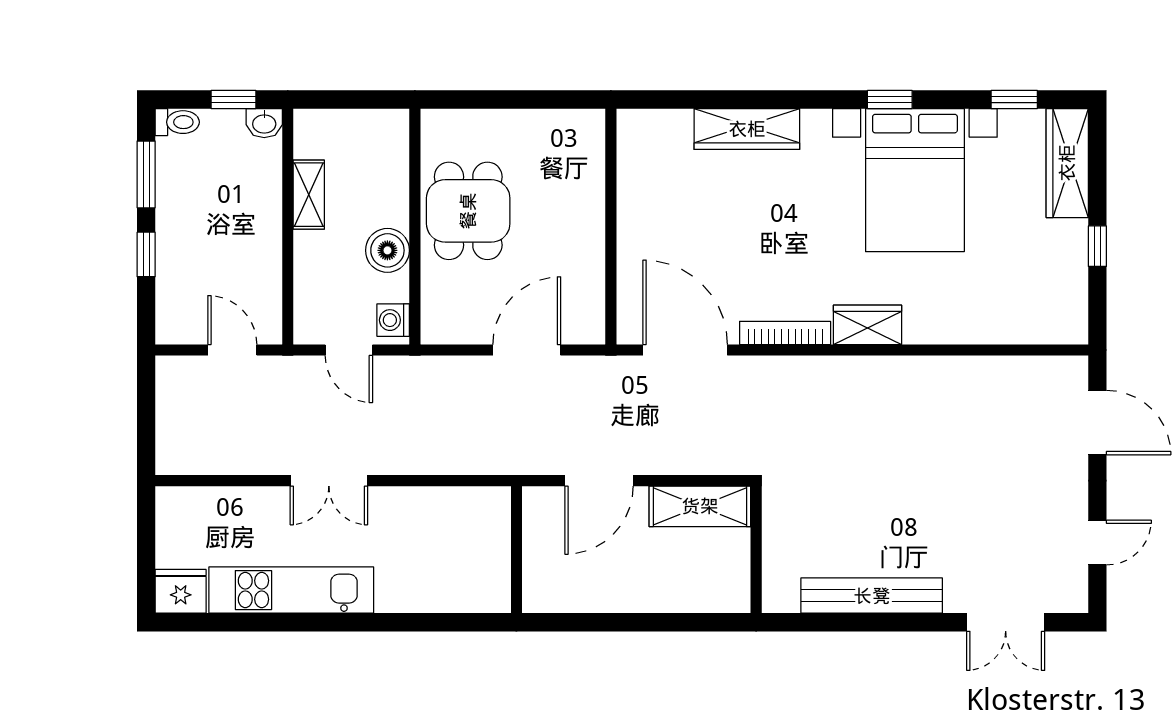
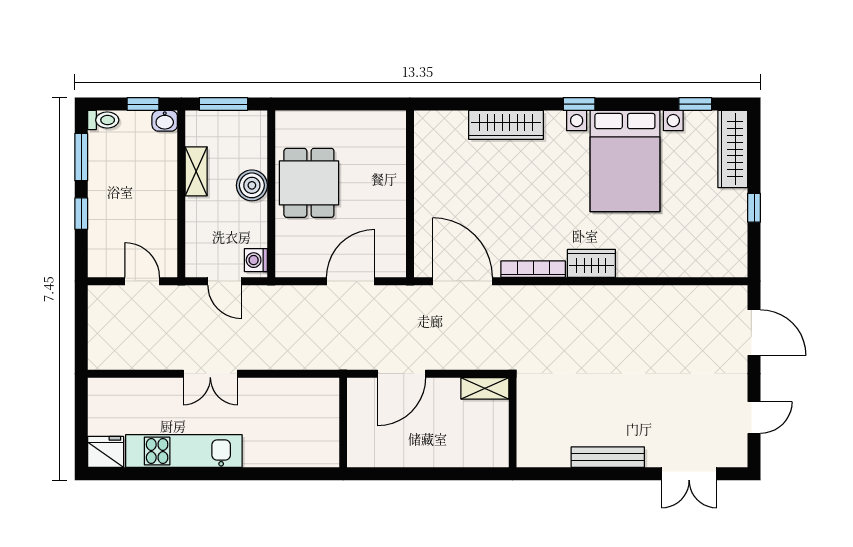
window: (347, 99) -> (223, 104), added
window: (890, 99) -> (579, 104), moved
boiler: (387, 250) -> (252, 185), moved
shelving: (700, 506) -> (485, 388), width x0.67, depth x0.75
bench: (872, 596) -> (608, 457), width x0.73, depth x0.82

